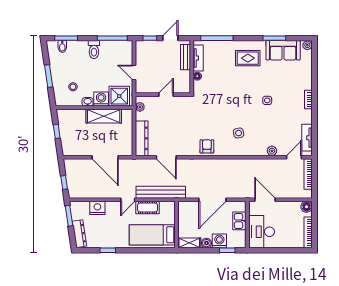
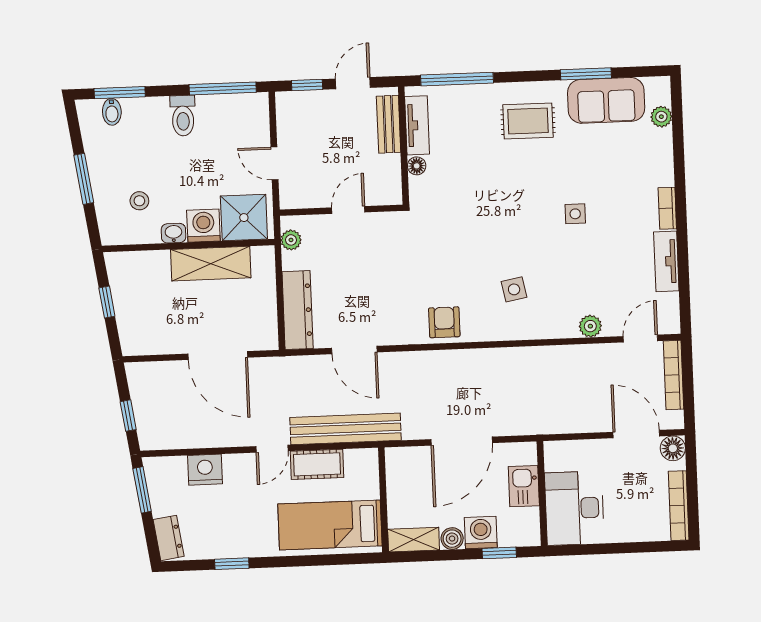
plant: (307, 45) -> (661, 117), moved
tv unit: (307, 138) -> (666, 261), moved
door: (265, 200) -> (636, 434), moved
dresser: (79, 234) -> (169, 538), width x0.70

